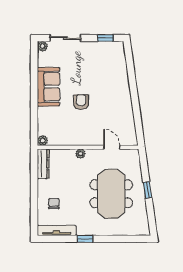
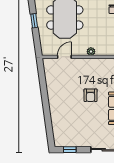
door: (112, 147) -> (64, 57), swing flipped

